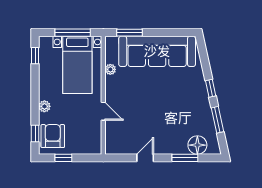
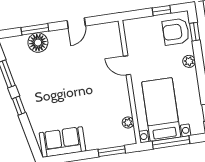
sofa: (157, 51) -> (62, 142), width x0.54, depth x0.79
plant: (110, 69) -> (128, 122), moved
armchair: (53, 136) -> (176, 32), turned 90
floor lamp: (197, 145) -> (38, 43), moved

